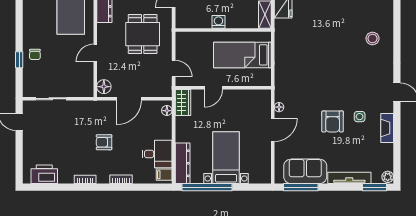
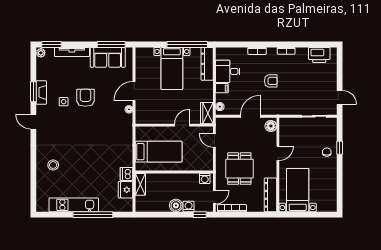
washing machine: (218, 22) -> (205, 178), moved
dishwasher: (282, 27) -> (127, 174), added
window: (397, 129) -> (33, 92), added
filing cabinet: (164, 175) -> (222, 88), moved

